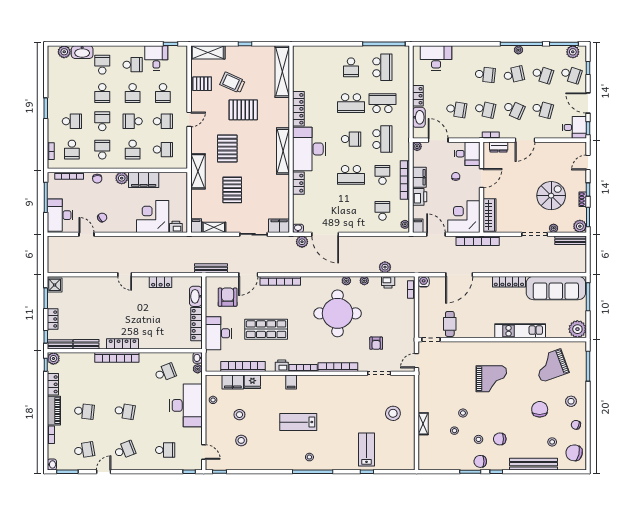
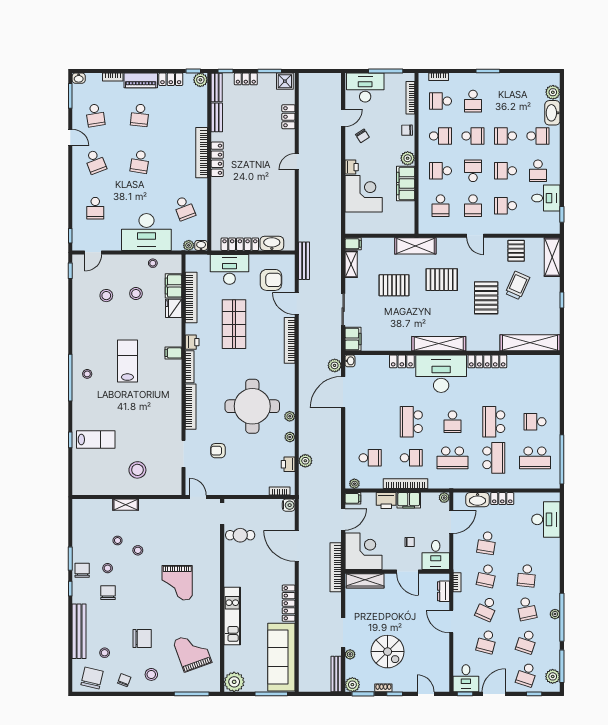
printer: (176, 227) -> (352, 167), moved
locker: (161, 282) -> (288, 117), moved

